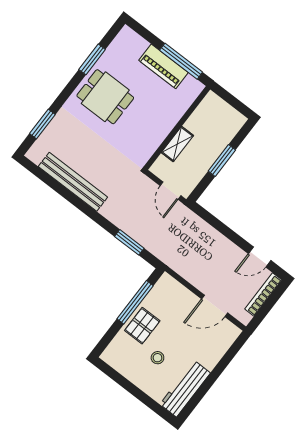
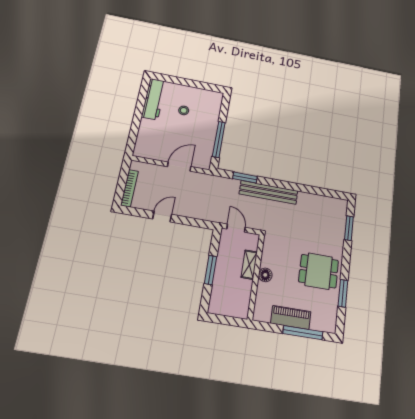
window: (181, 61) -> (303, 333), moved
floor lamp: (166, 124) -> (265, 275), added
bench: (73, 182) -> (269, 192), moved
door: (260, 257) -> (162, 217), moved
door: (215, 306) -> (179, 167), moved
pallet: (142, 326) -> (206, 126), removed

